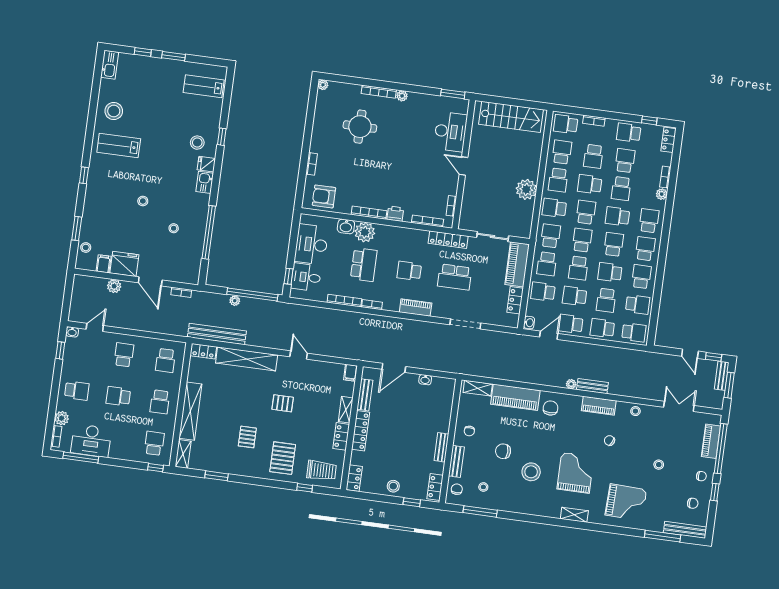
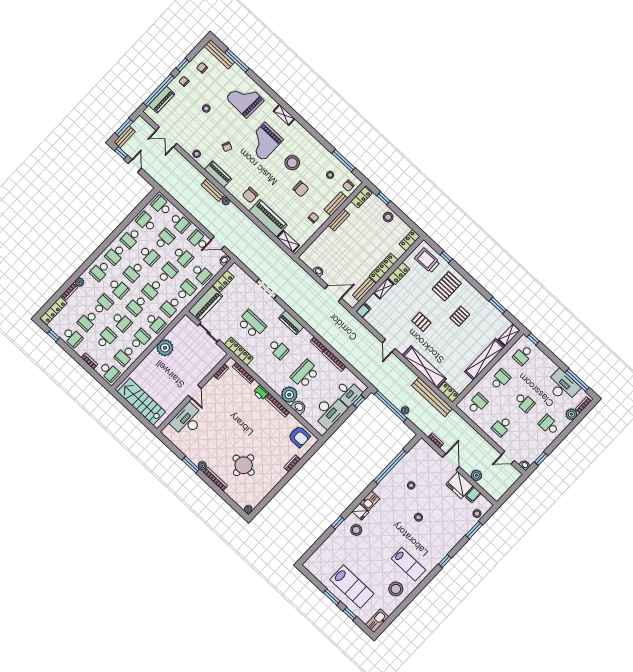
lab bench: (204, 86) -> (352, 587), moved, width x1.36, depth x1.39
window: (453, 94) -> (191, 465), moved
locker: (668, 140) -> (54, 310), width x1.53
school desk: (571, 324) -> (198, 240), turned 180

